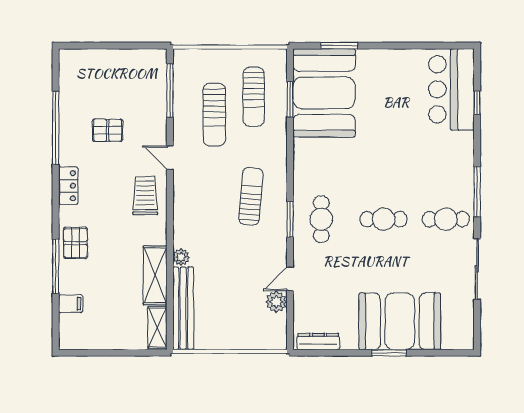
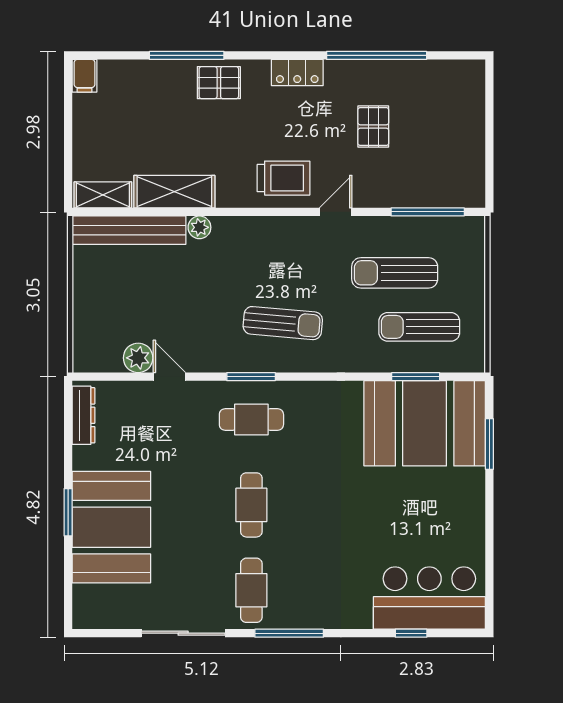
filing cabinet: (71, 304) -> (85, 76), moved

